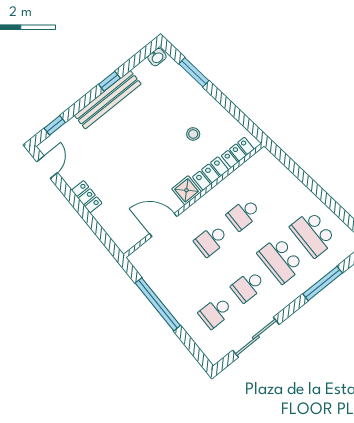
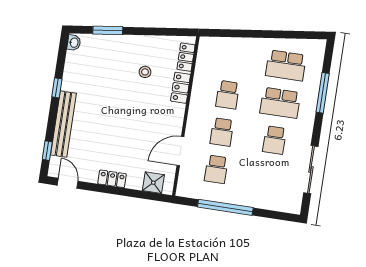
bench: (108, 100) -> (63, 124), moved
shower: (187, 190) -> (153, 183), moved
school desk: (216, 312) -> (216, 169), moved

